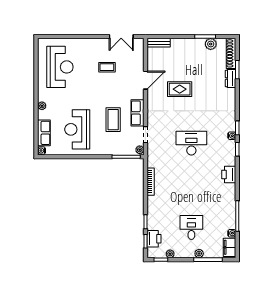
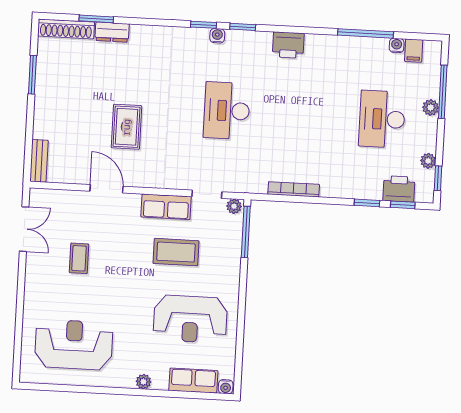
plant: (211, 44) -> (47, 65), removed
desk: (191, 228) -> (382, 119), width x1.37
filing cabinet: (229, 247) -> (414, 51), width x0.50

